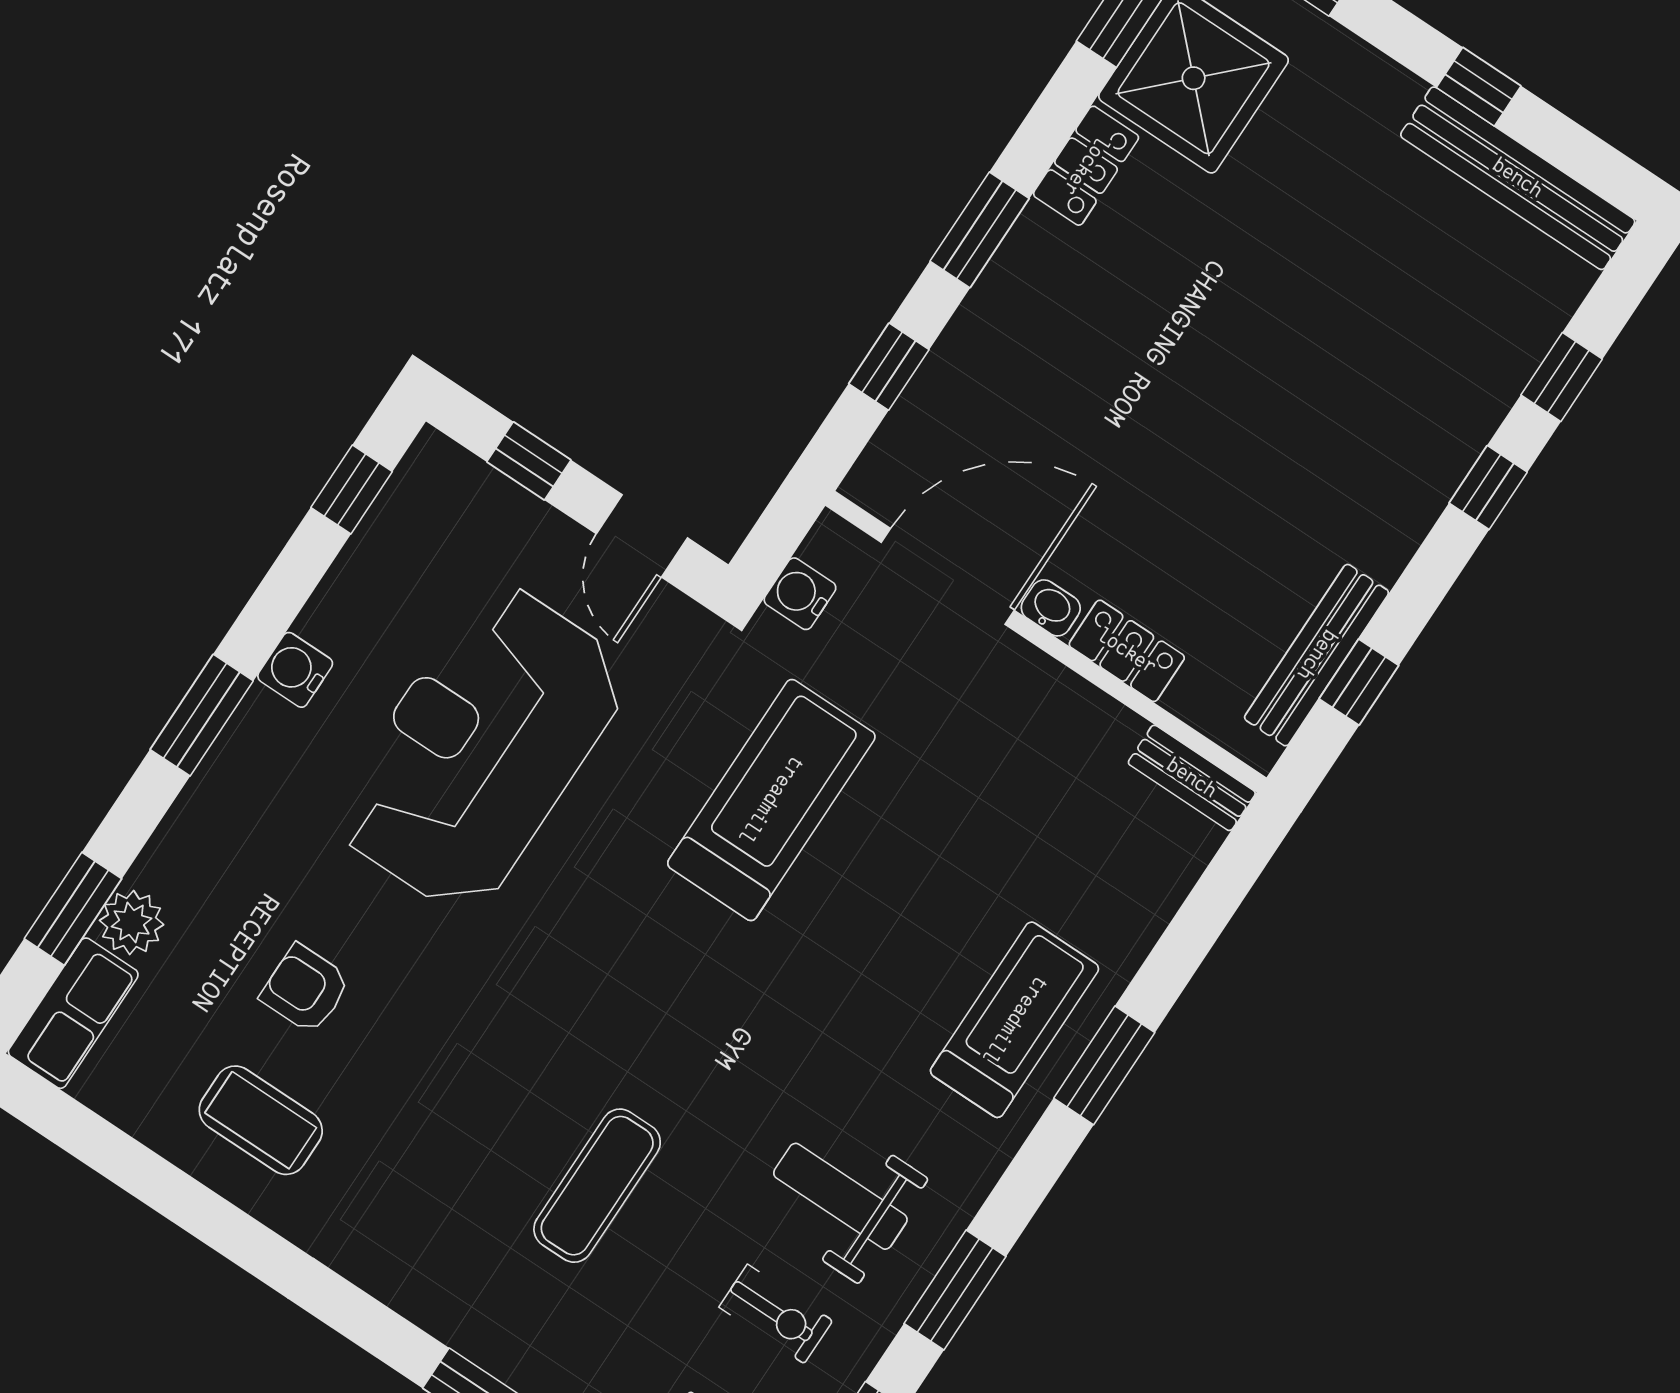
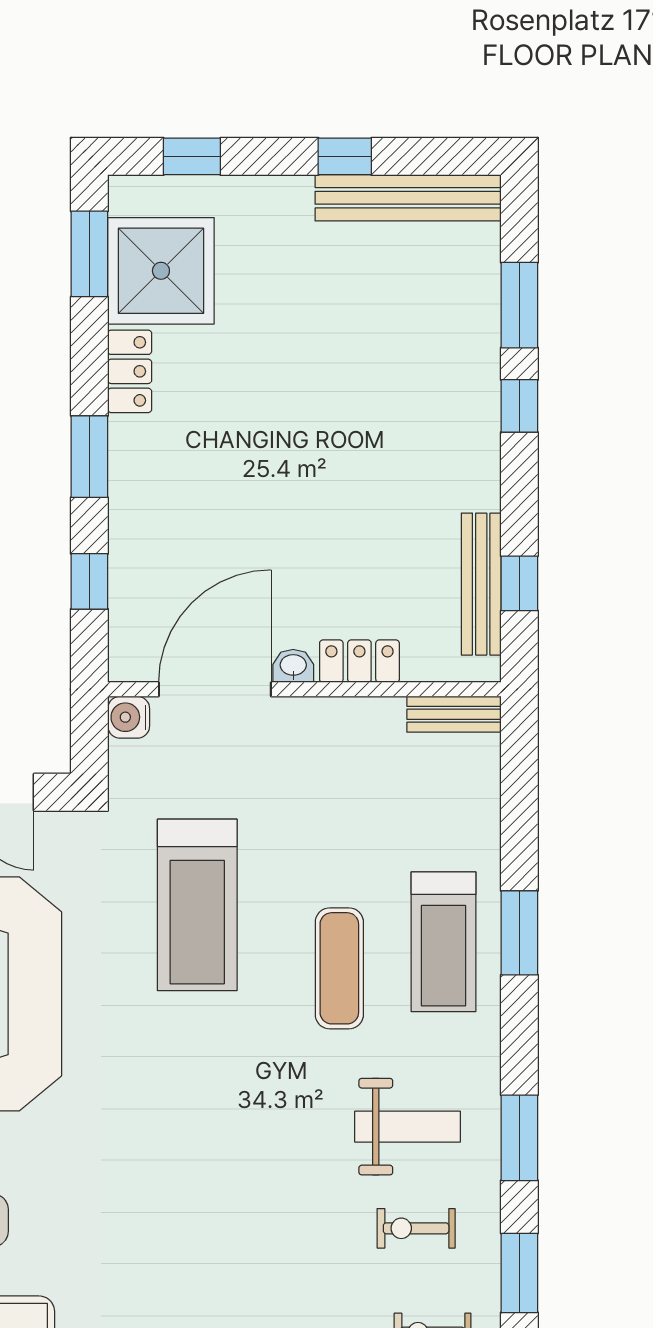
window: (1562, 377) -> (519, 305), width x1.50
water cooler: (800, 594) -> (129, 717), moved
treadmill: (771, 800) -> (197, 905), turned 180
treadmill: (1015, 1020) -> (443, 942), turned 180
exercise mat: (597, 1186) -> (339, 968), moved
weight bench: (840, 1196) -> (407, 1127), turned 180
exercise bike: (776, 1314) -> (416, 1228), turned 180

